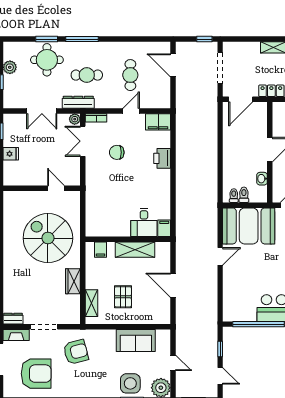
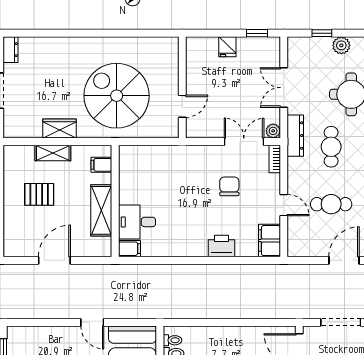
spiral stairs: (48, 238) -> (117, 96), turned -90
shelving: (92, 303) -> (53, 153), moved

